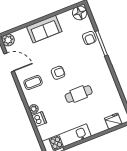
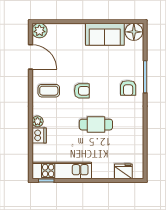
sofa: (44, 29) -> (105, 34), moved
armchair: (89, 38) -> (128, 88), moved

